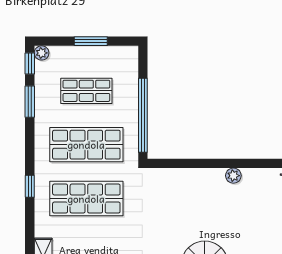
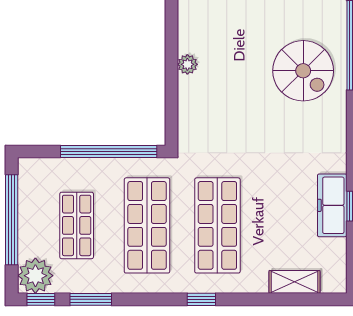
window: (91, 41) -> (12, 220), width x2.11
plant: (42, 53) -> (35, 276), width x1.87, depth x1.87
plant: (233, 176) -> (187, 64), moved

